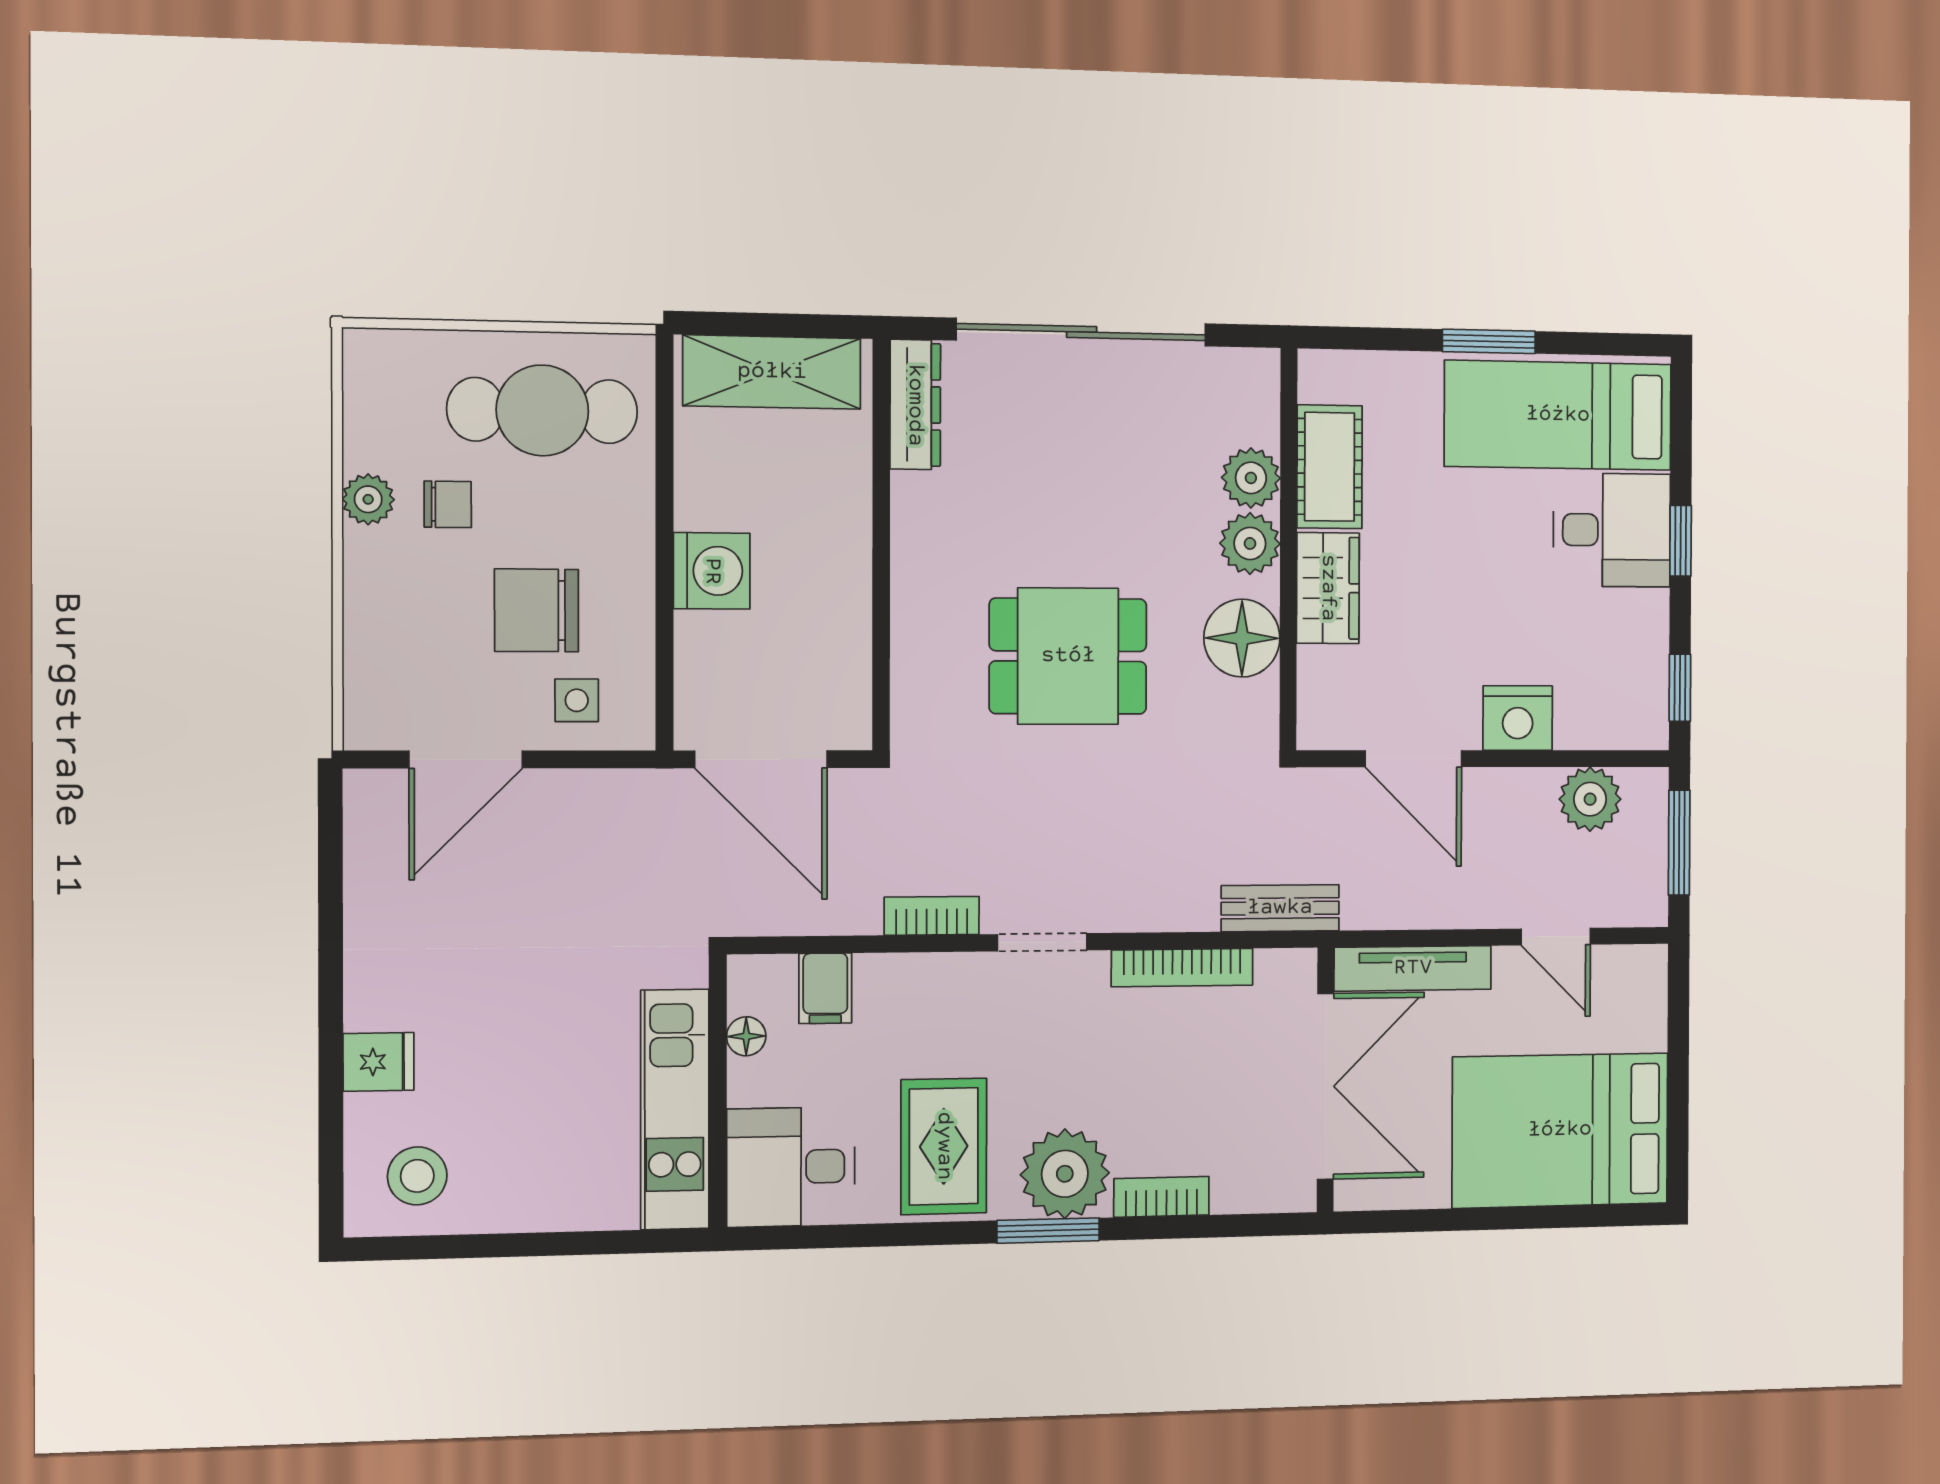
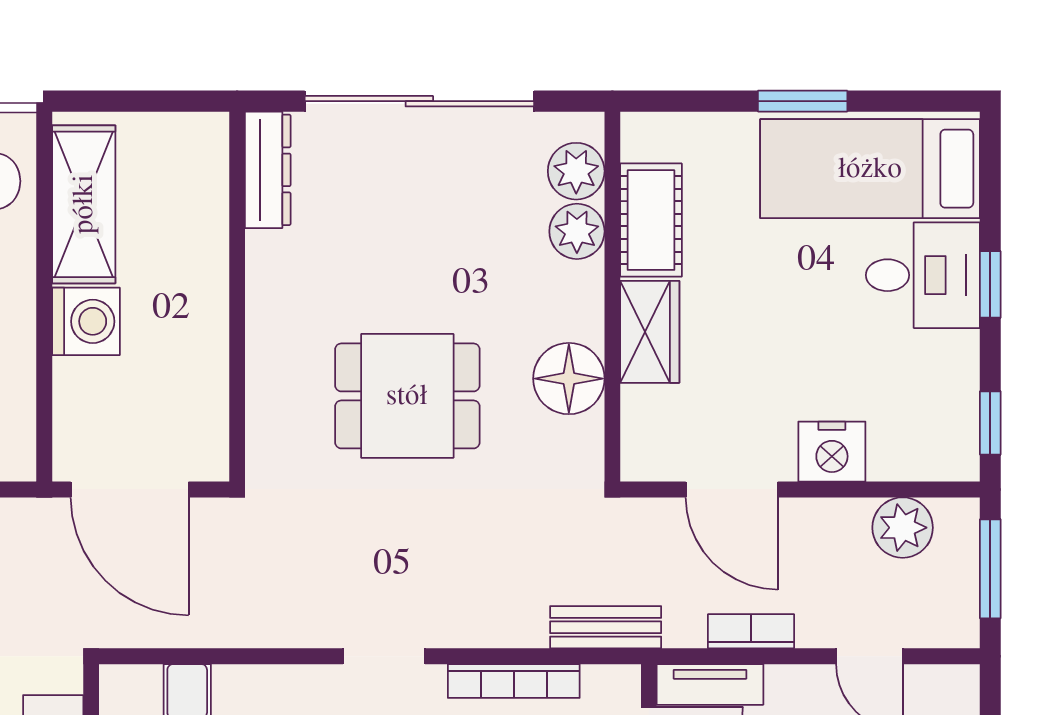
shelving: (772, 372) -> (84, 204), moved, turned 90
plant: (1250, 543) -> (576, 171), moved
bookcase: (932, 916) -> (751, 631), moved
tv unit: (1413, 968) -> (710, 684), width x0.71

